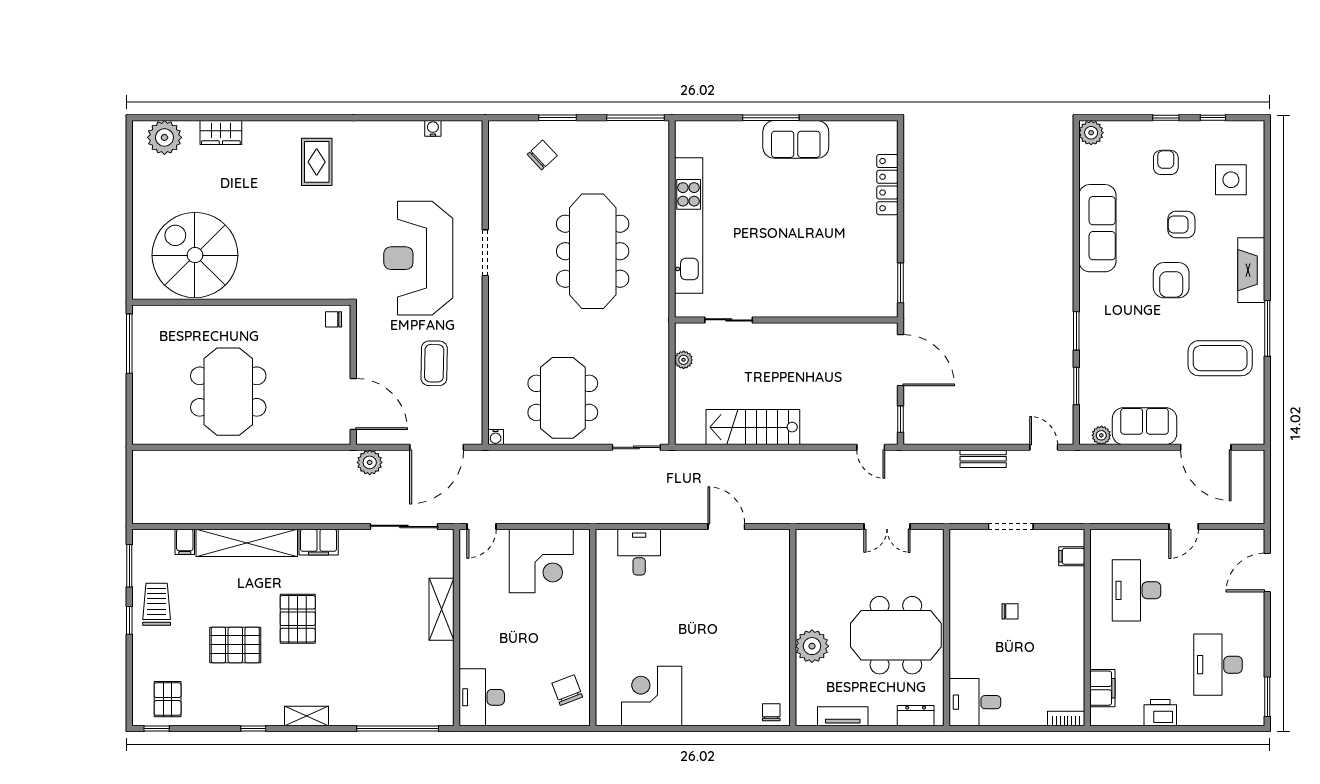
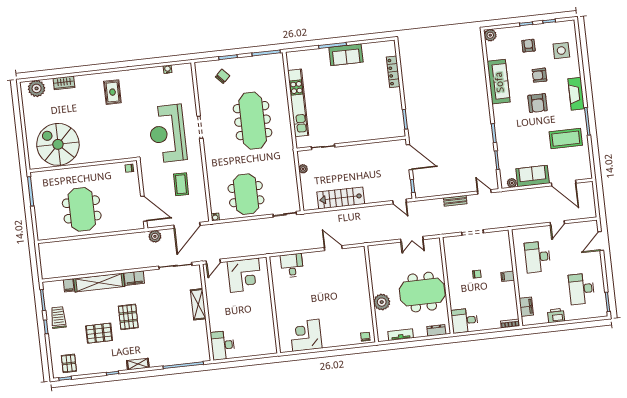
filing cabinet: (1072, 556) -> (508, 276), moved
chair: (567, 690) -> (264, 337), removed

